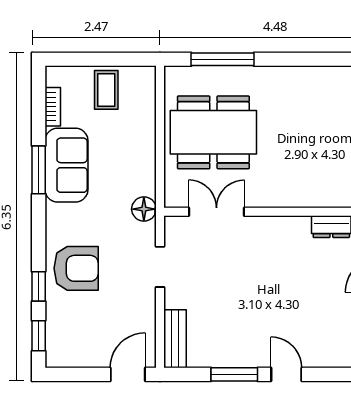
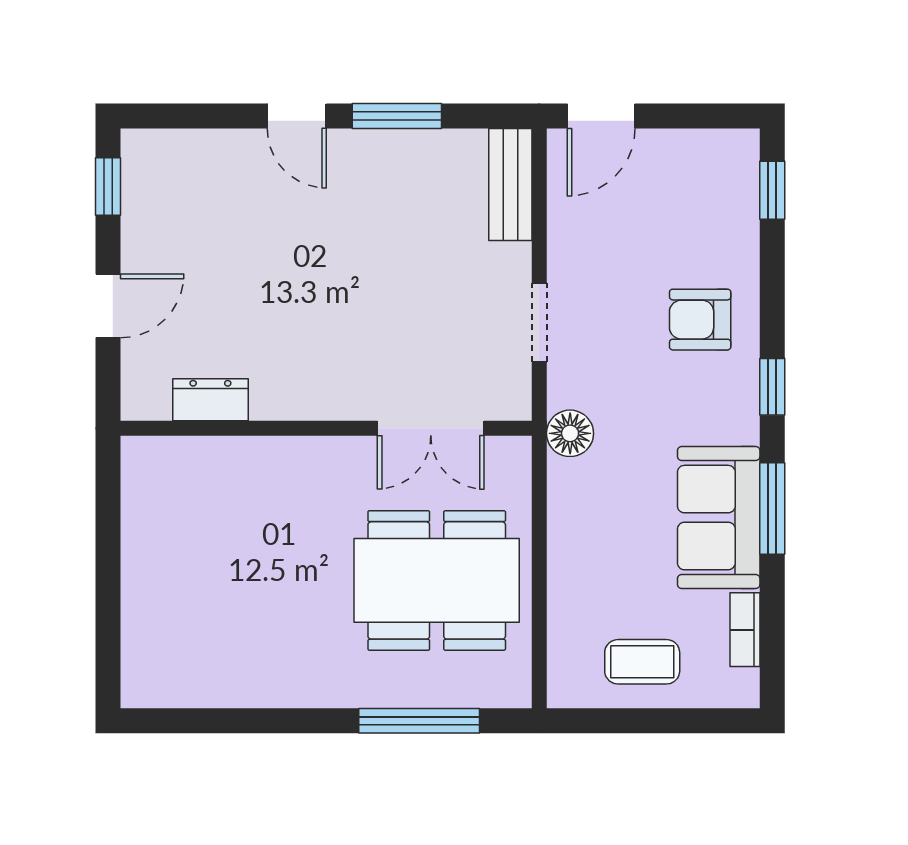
coffee table: (106, 90) -> (642, 662), turned 90
armchair: (76, 268) -> (700, 320), width x0.72, depth x0.72
window: (39, 286) -> (772, 387), moved

